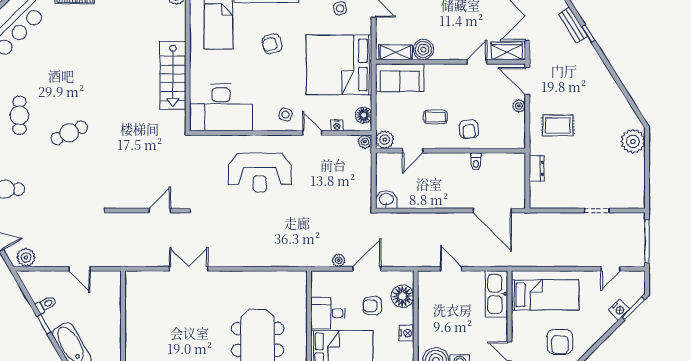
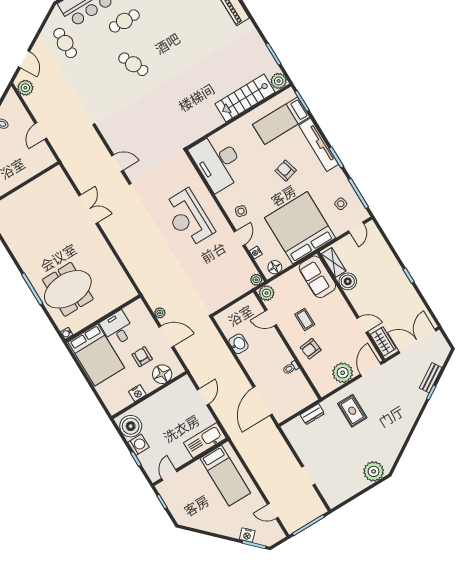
stairs: (173, 75) -> (245, 98), moved
plant: (519, 106) -> (343, 373), width x1.87, depth x1.87
washbasin: (386, 200) -> (239, 344), moved
armchair: (560, 342) -> (198, 507), removed

